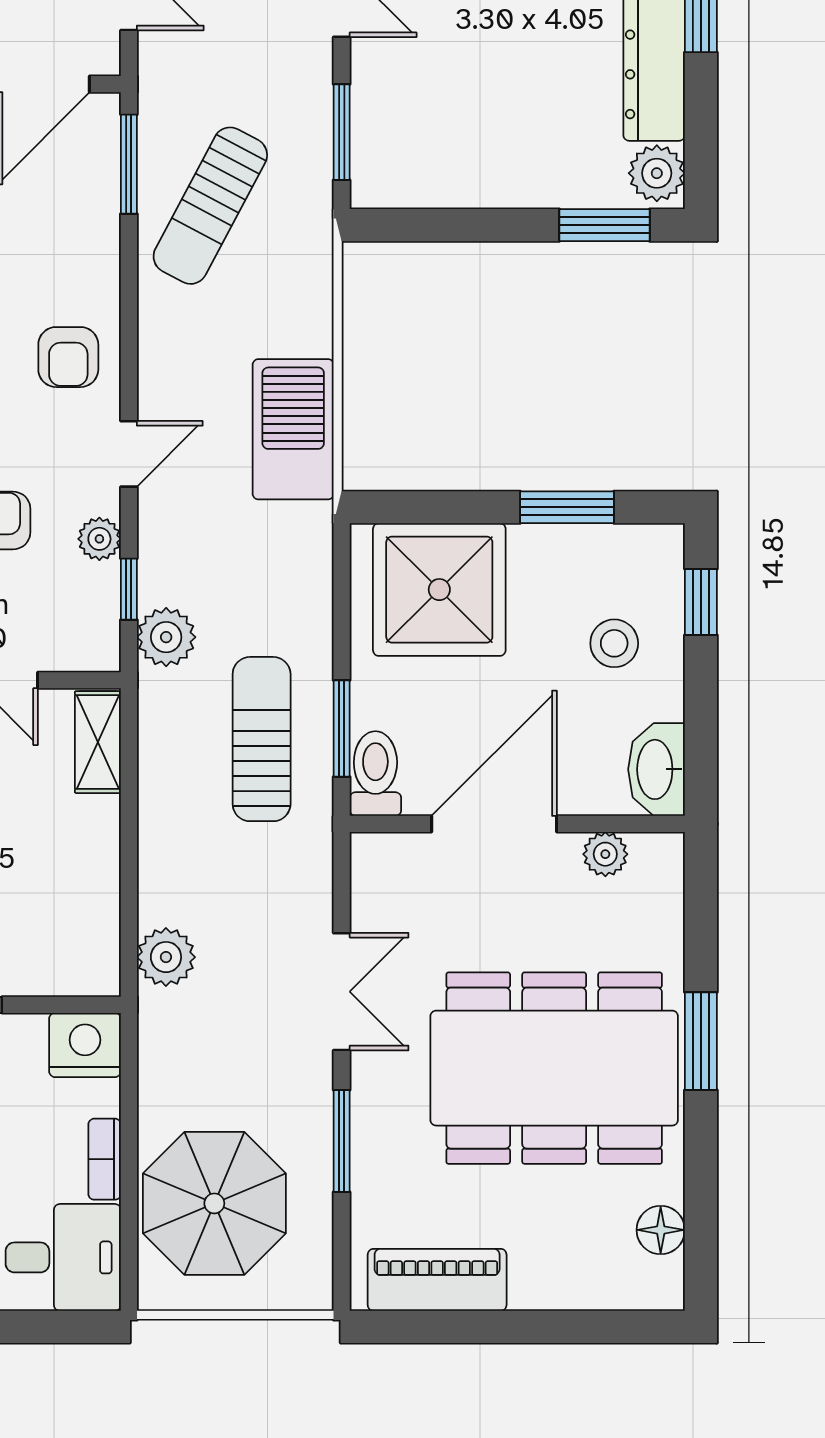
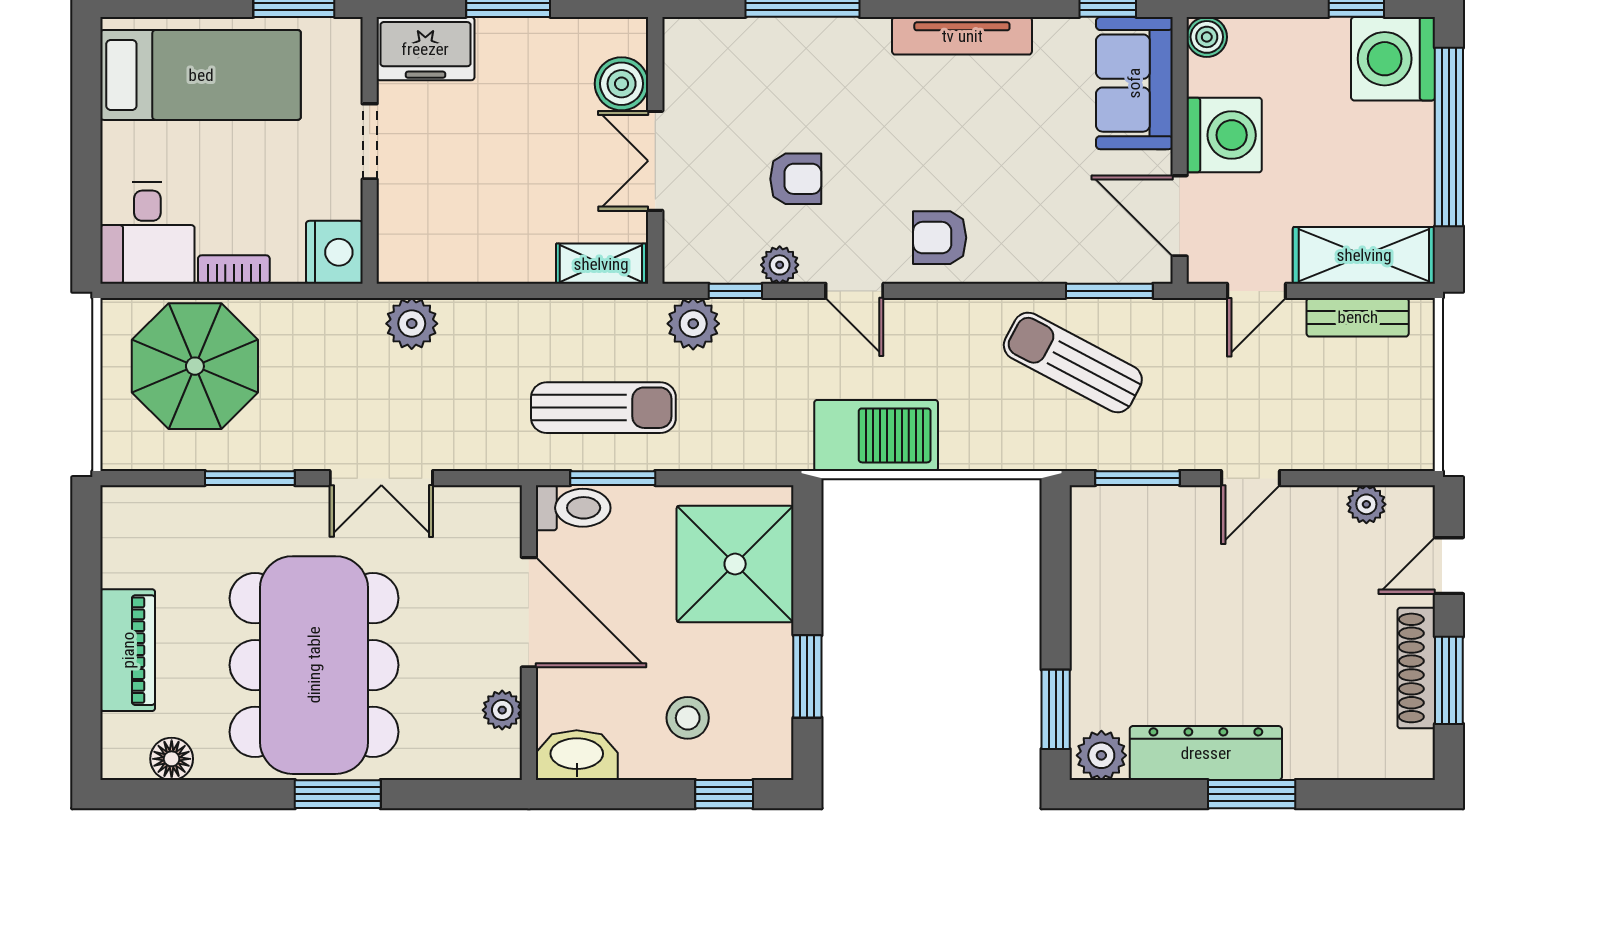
piano: (437, 1280) -> (128, 650), moved

